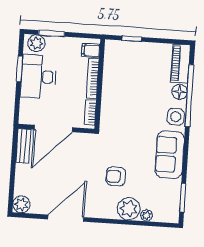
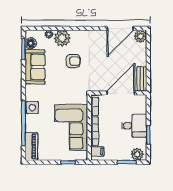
desk: (38, 77) -> (134, 126), width x0.73
corner sofa: (125, 86) -> (71, 127), added
floor lamp: (180, 92) -> (31, 43), moved
sofa: (170, 155) -> (35, 67), moved
door: (66, 218) -> (120, 28), moved

